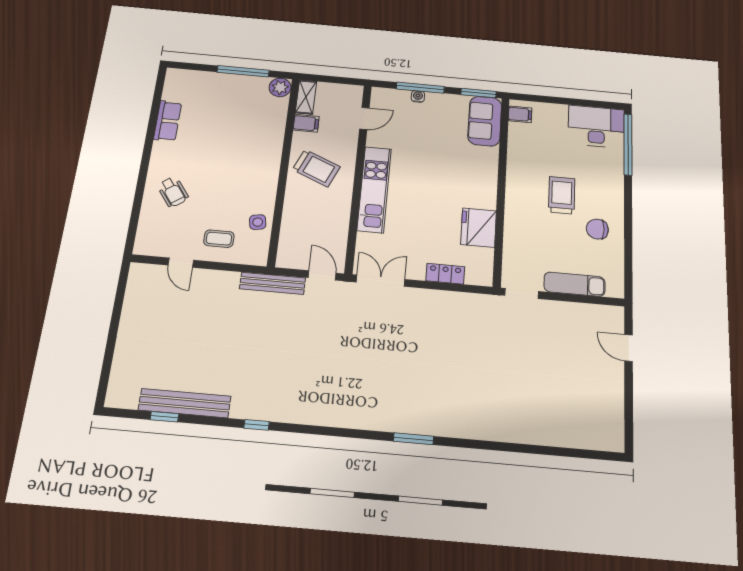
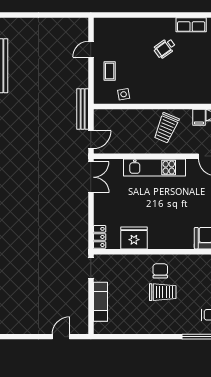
wheelchair: (173, 192) -> (165, 48), moved
chair: (597, 229) -> (160, 271), moved
locker: (445, 274) -> (100, 237), moved

